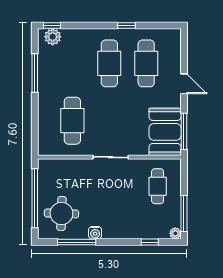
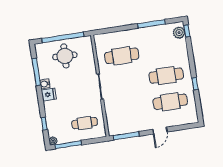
booth: (165, 132) -> (124, 122), removed
round table: (61, 213) -> (65, 56), moved
fridge: (111, 230) -> (49, 95), added

